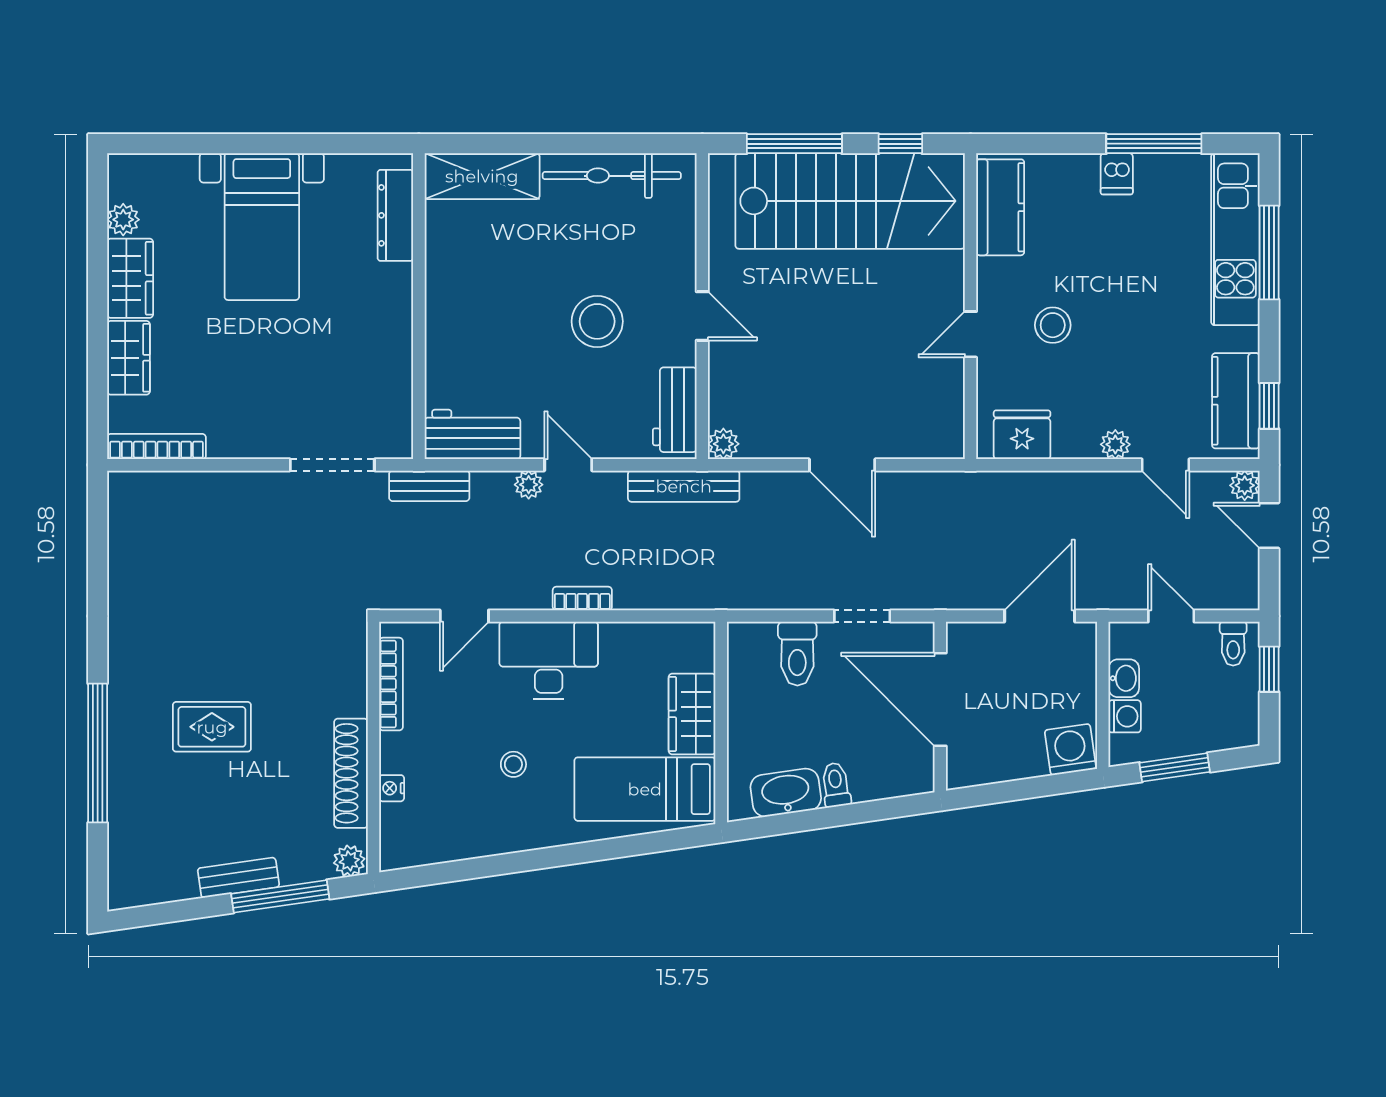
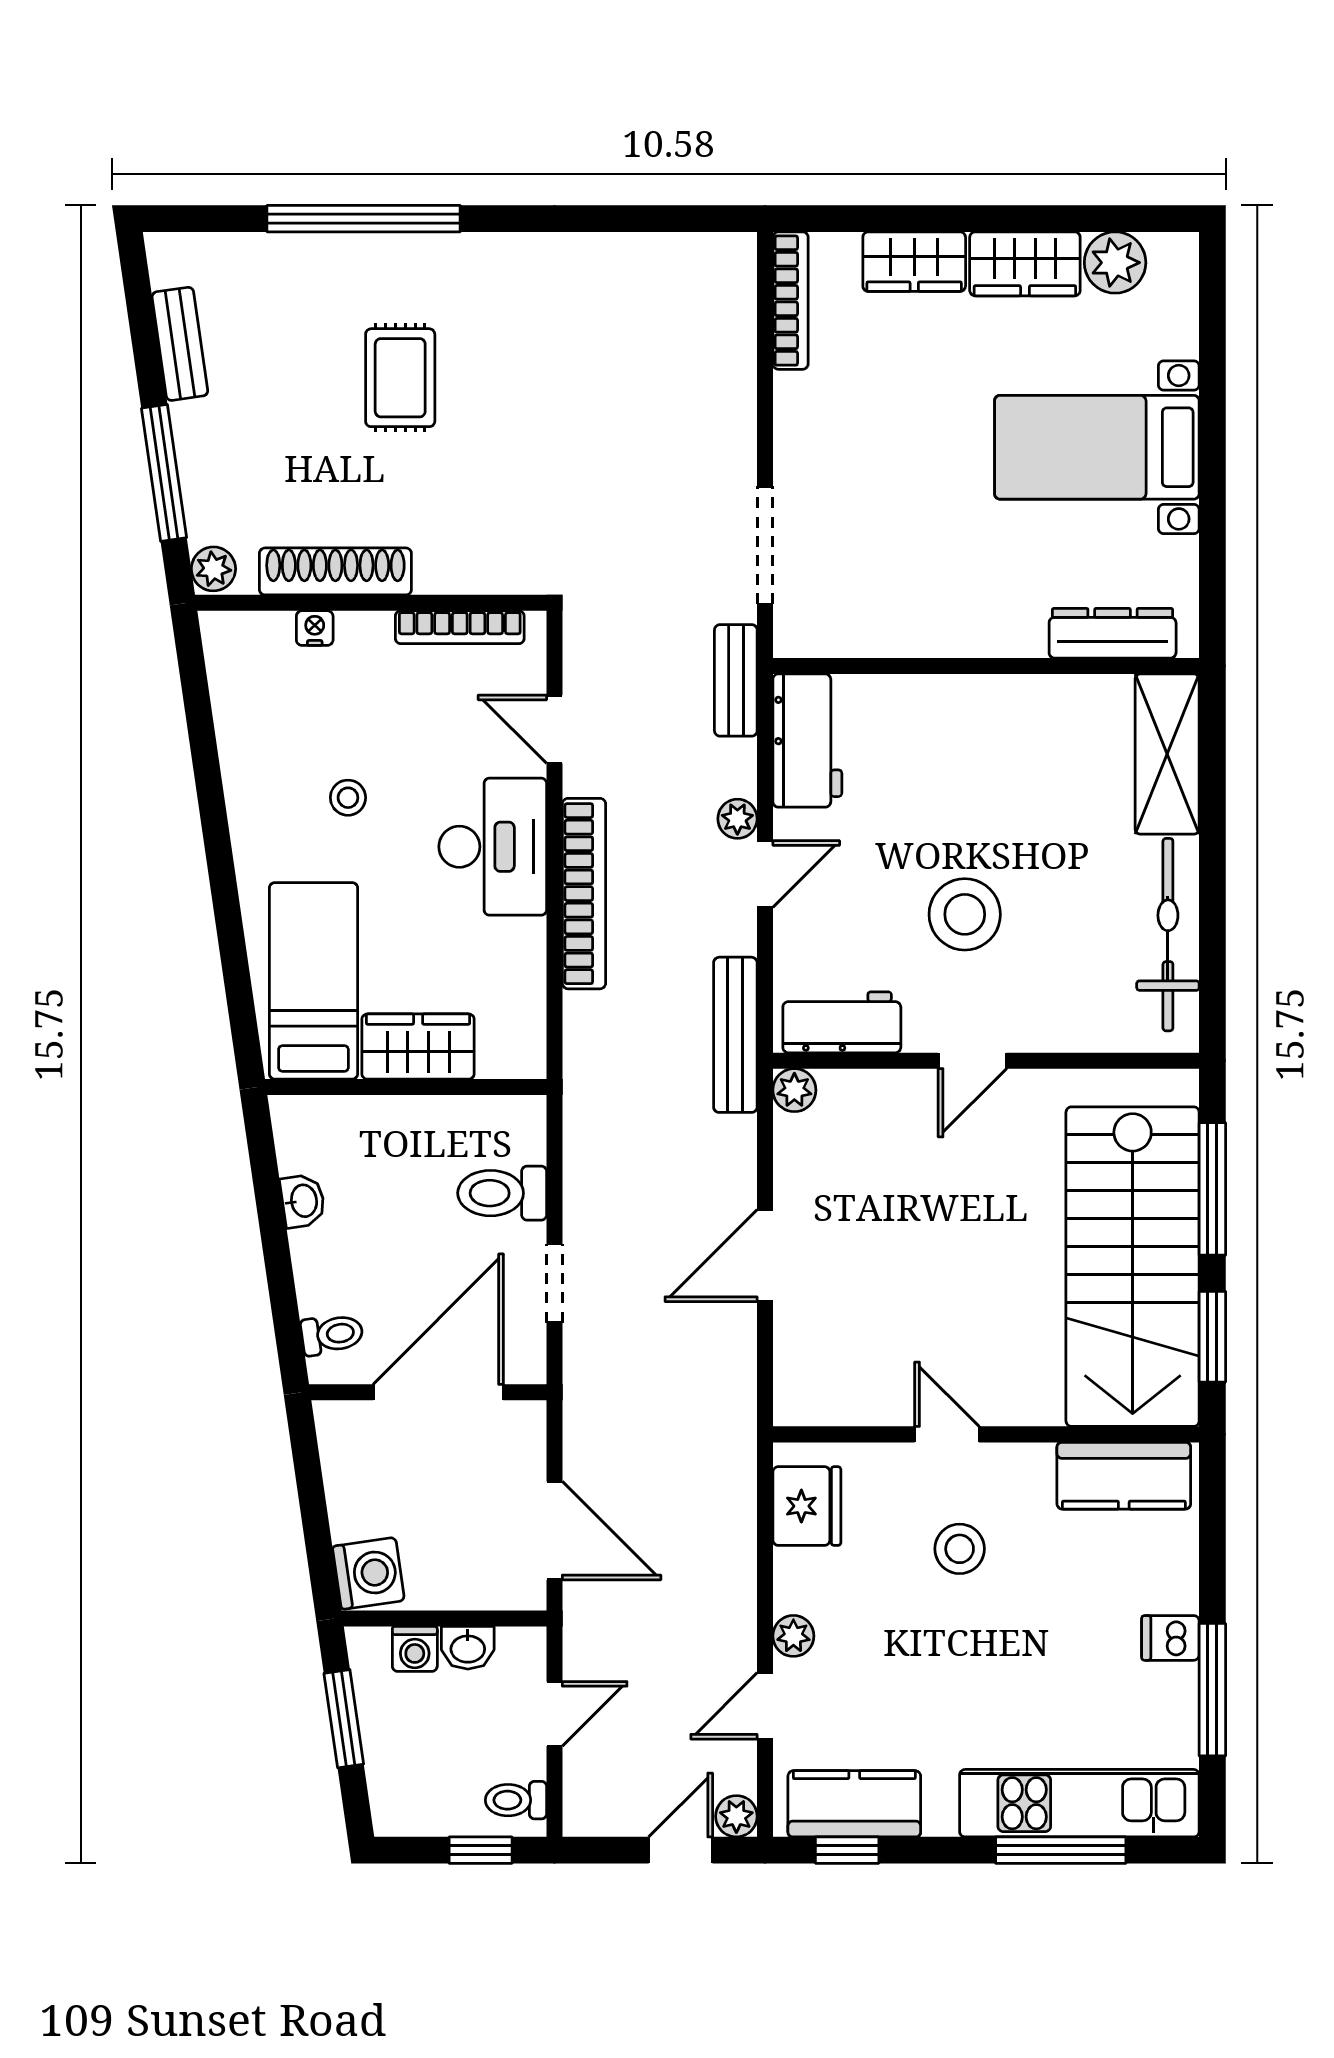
window: (900, 144) -> (1212, 1337), width x1.50
plant: (123, 220) -> (1115, 263), width x1.38, depth x1.38
bookcase: (582, 599) -> (584, 894), width x2.31, depth x1.31
toilet: (836, 785) -> (332, 1334), moved
washbasin: (786, 793) -> (303, 1201), width x0.52, depth x0.69
bench: (238, 878) -> (180, 344), moved

